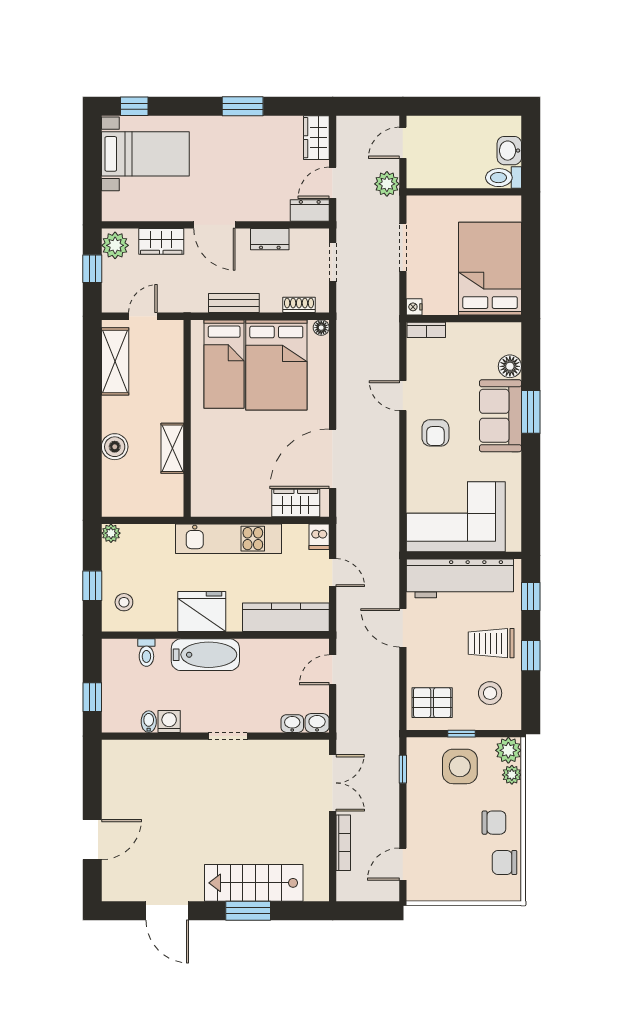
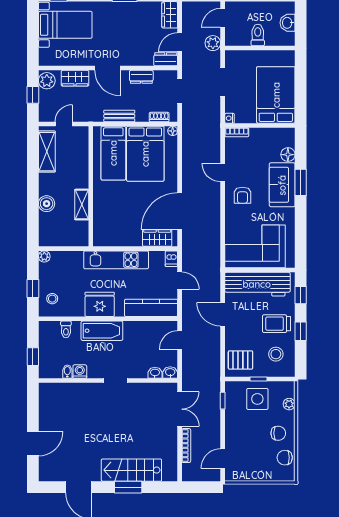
toilet: (503, 178) -> (258, 35), moved, turned 90
plant: (508, 750) -> (287, 389), removed

